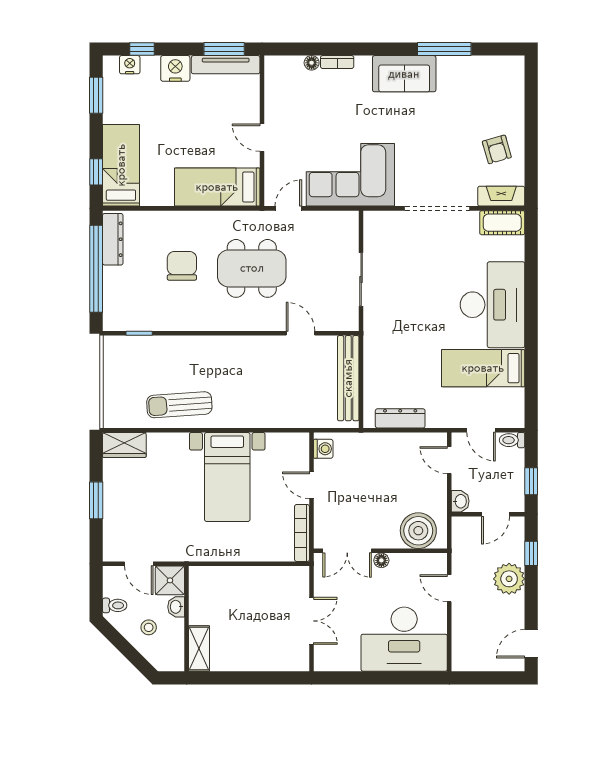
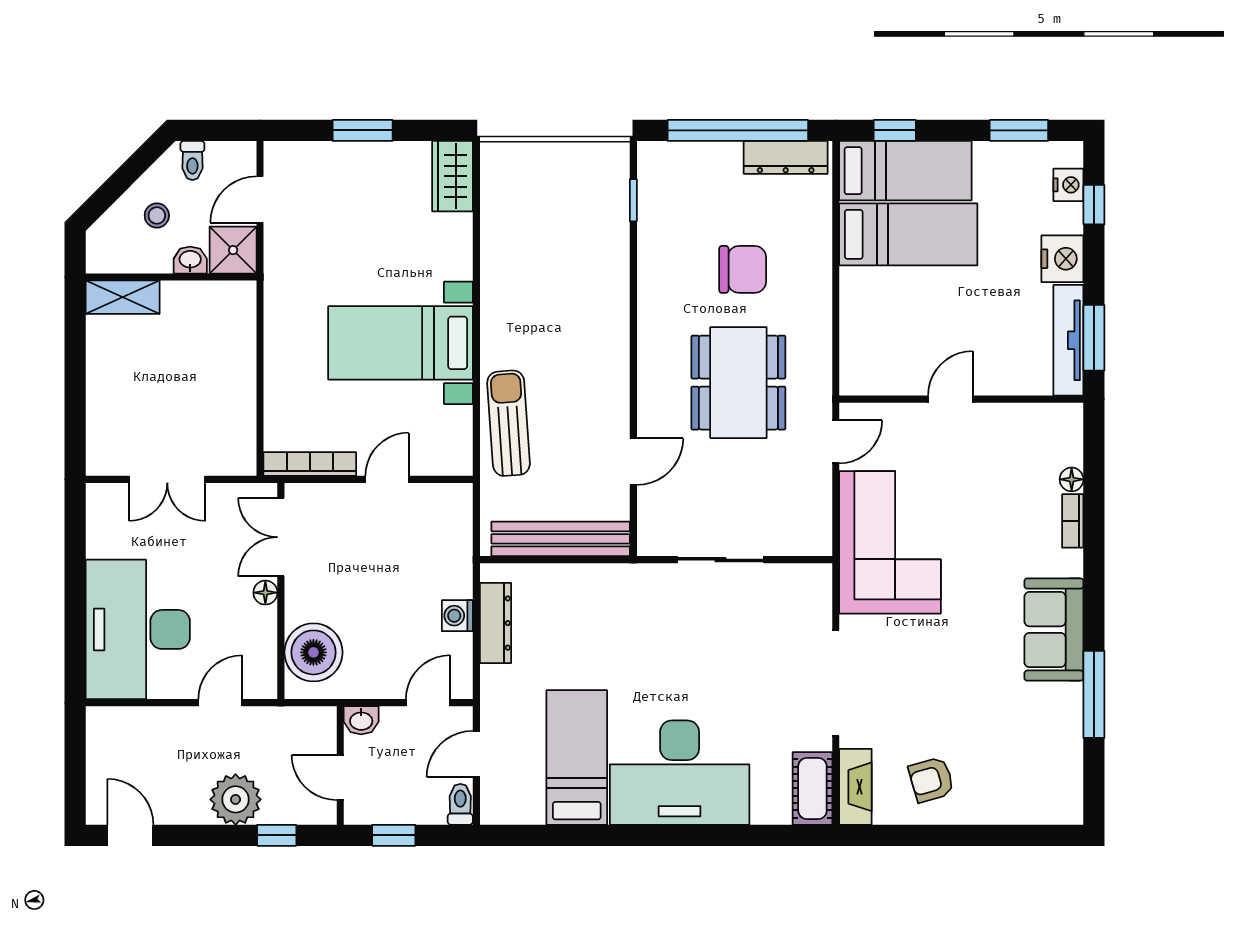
bed: (217, 187) -> (908, 234), moved, turned 90
door: (288, 208) -> (836, 442), hinge flipped
sun lounger: (179, 405) -> (509, 423), moved
washing machine: (323, 449) -> (457, 616), moved, turned 90

